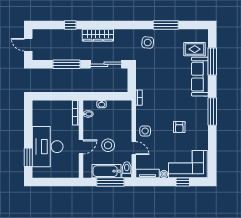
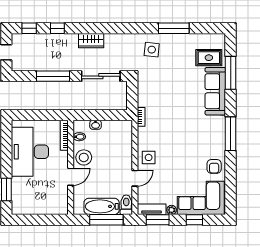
window: (47, 25) -> (29, 28), added
wardrobe: (98, 35) -> (91, 41), width x0.67
armchair: (179, 127) -> (214, 166), moved
stool: (108, 145) -> (84, 157), moved
desk: (48, 147) -> (30, 152), moved
door: (134, 148) -> (135, 178), hinge flipped
window: (152, 182) -> (158, 220), added

